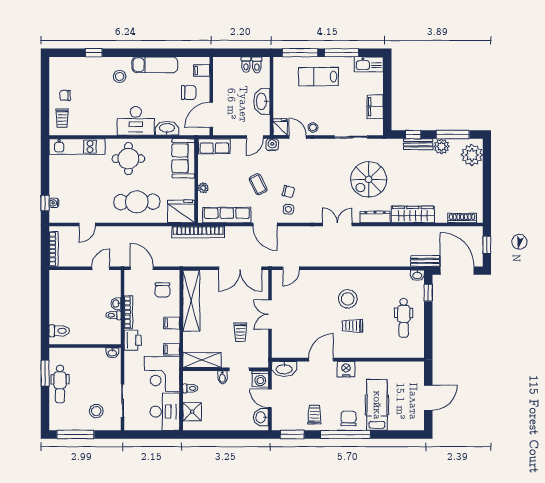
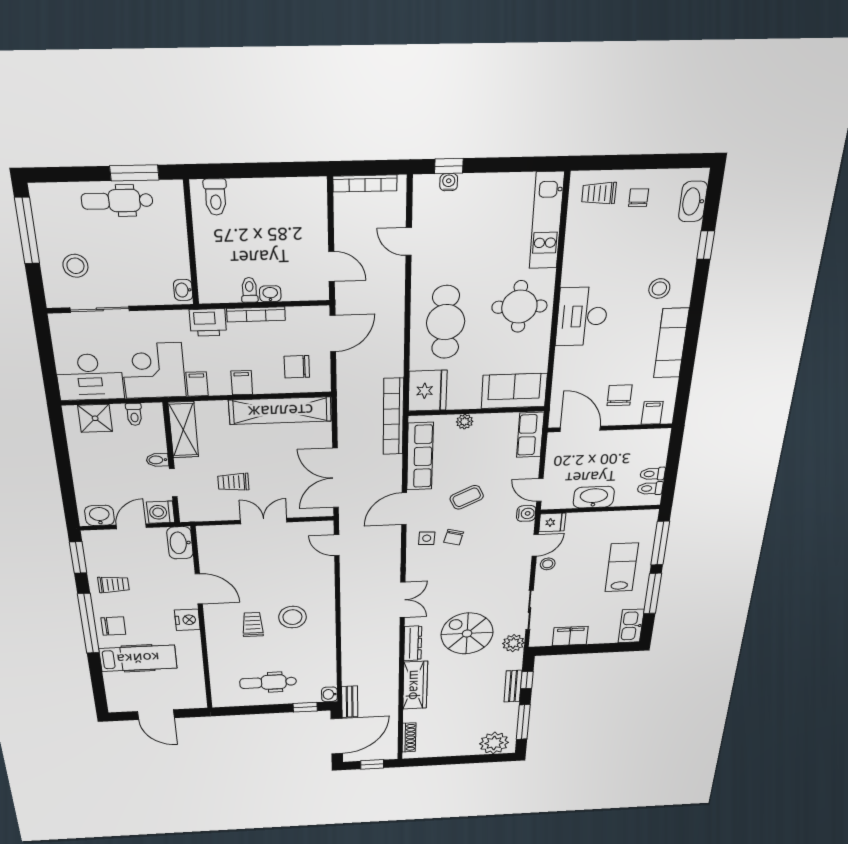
chair: (189, 92) -> (620, 395), turned 180
washbasin: (167, 128) -> (693, 201), moved, turned 180
plant: (442, 146) -> (513, 643), moved

